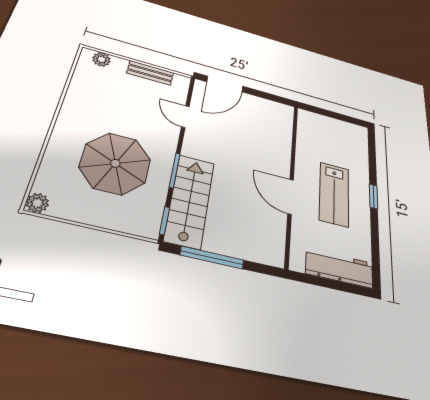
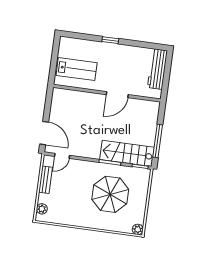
door: (185, 117) -> (62, 156), moved
lab bench: (334, 194) -> (77, 69), moved

